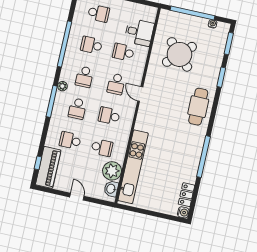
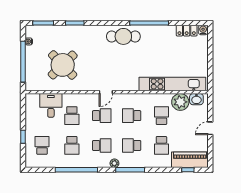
cafe table: (198, 107) -> (123, 36), moved
school desk: (77, 109) -> (132, 145), turned 180
school desk: (109, 116) -> (132, 116), turned 90

